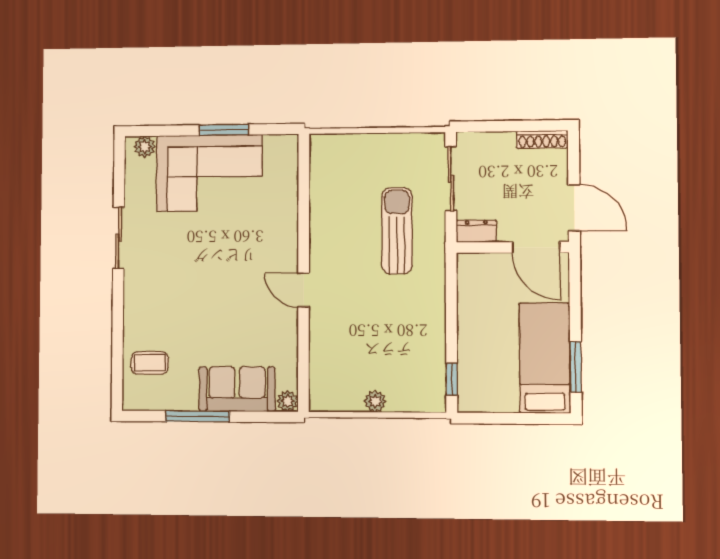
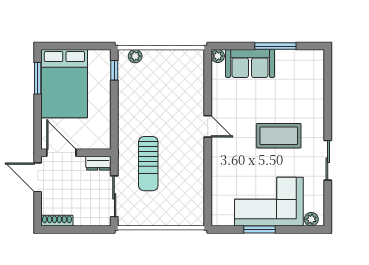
bed: (545, 358) -> (64, 84), width x1.50
coffee table: (150, 363) -> (279, 136), moved, width x1.86, depth x1.72
plant: (375, 401) -> (135, 56), moved

